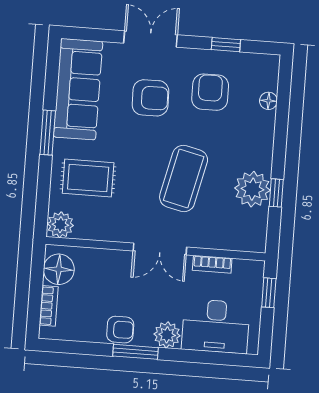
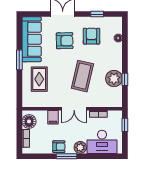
rug: (88, 178) -> (39, 79), turned 90
plant: (60, 225) -> (28, 101), removed
filing cabinet: (112, 264) -> (53, 117), added

